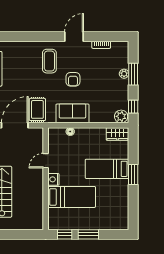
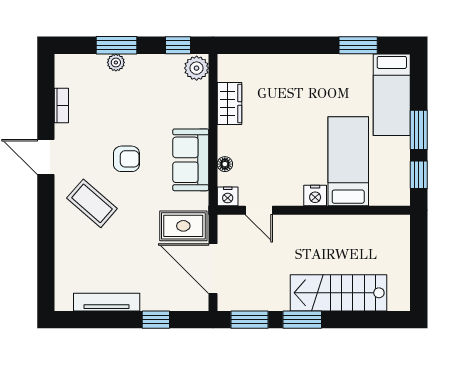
coffee table: (49, 61) -> (92, 203), turned 41
nightstand: (53, 133) -> (228, 196), added
wardrobe: (117, 134) -> (230, 103), moved
door: (46, 161) -> (259, 210), moved
bed: (107, 169) -> (392, 95), moved
window: (133, 174) -> (358, 45), moved

